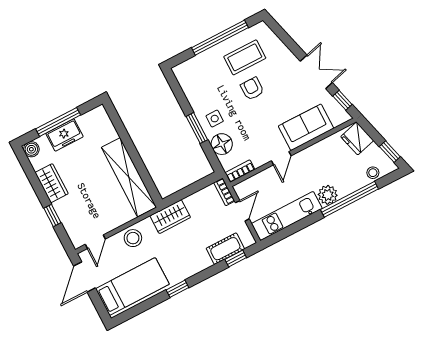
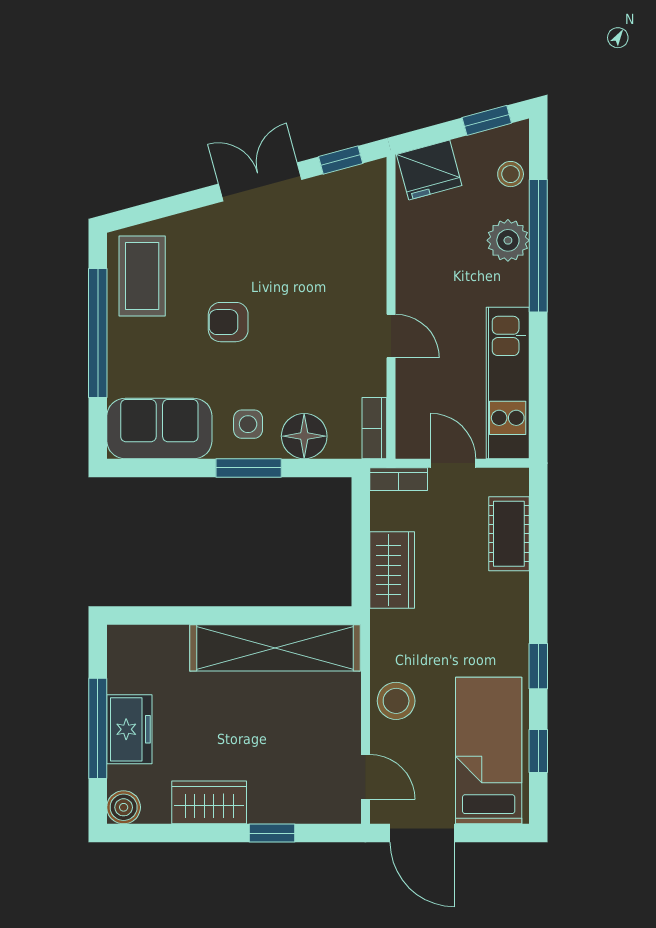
coffee table: (245, 57) -> (142, 276), moved
sofa: (306, 127) -> (159, 428), moved, turned 90
plant: (328, 195) -> (508, 240), moved
wardrobe: (170, 217) -> (392, 570), moved
window: (236, 258) -> (538, 751), moved

